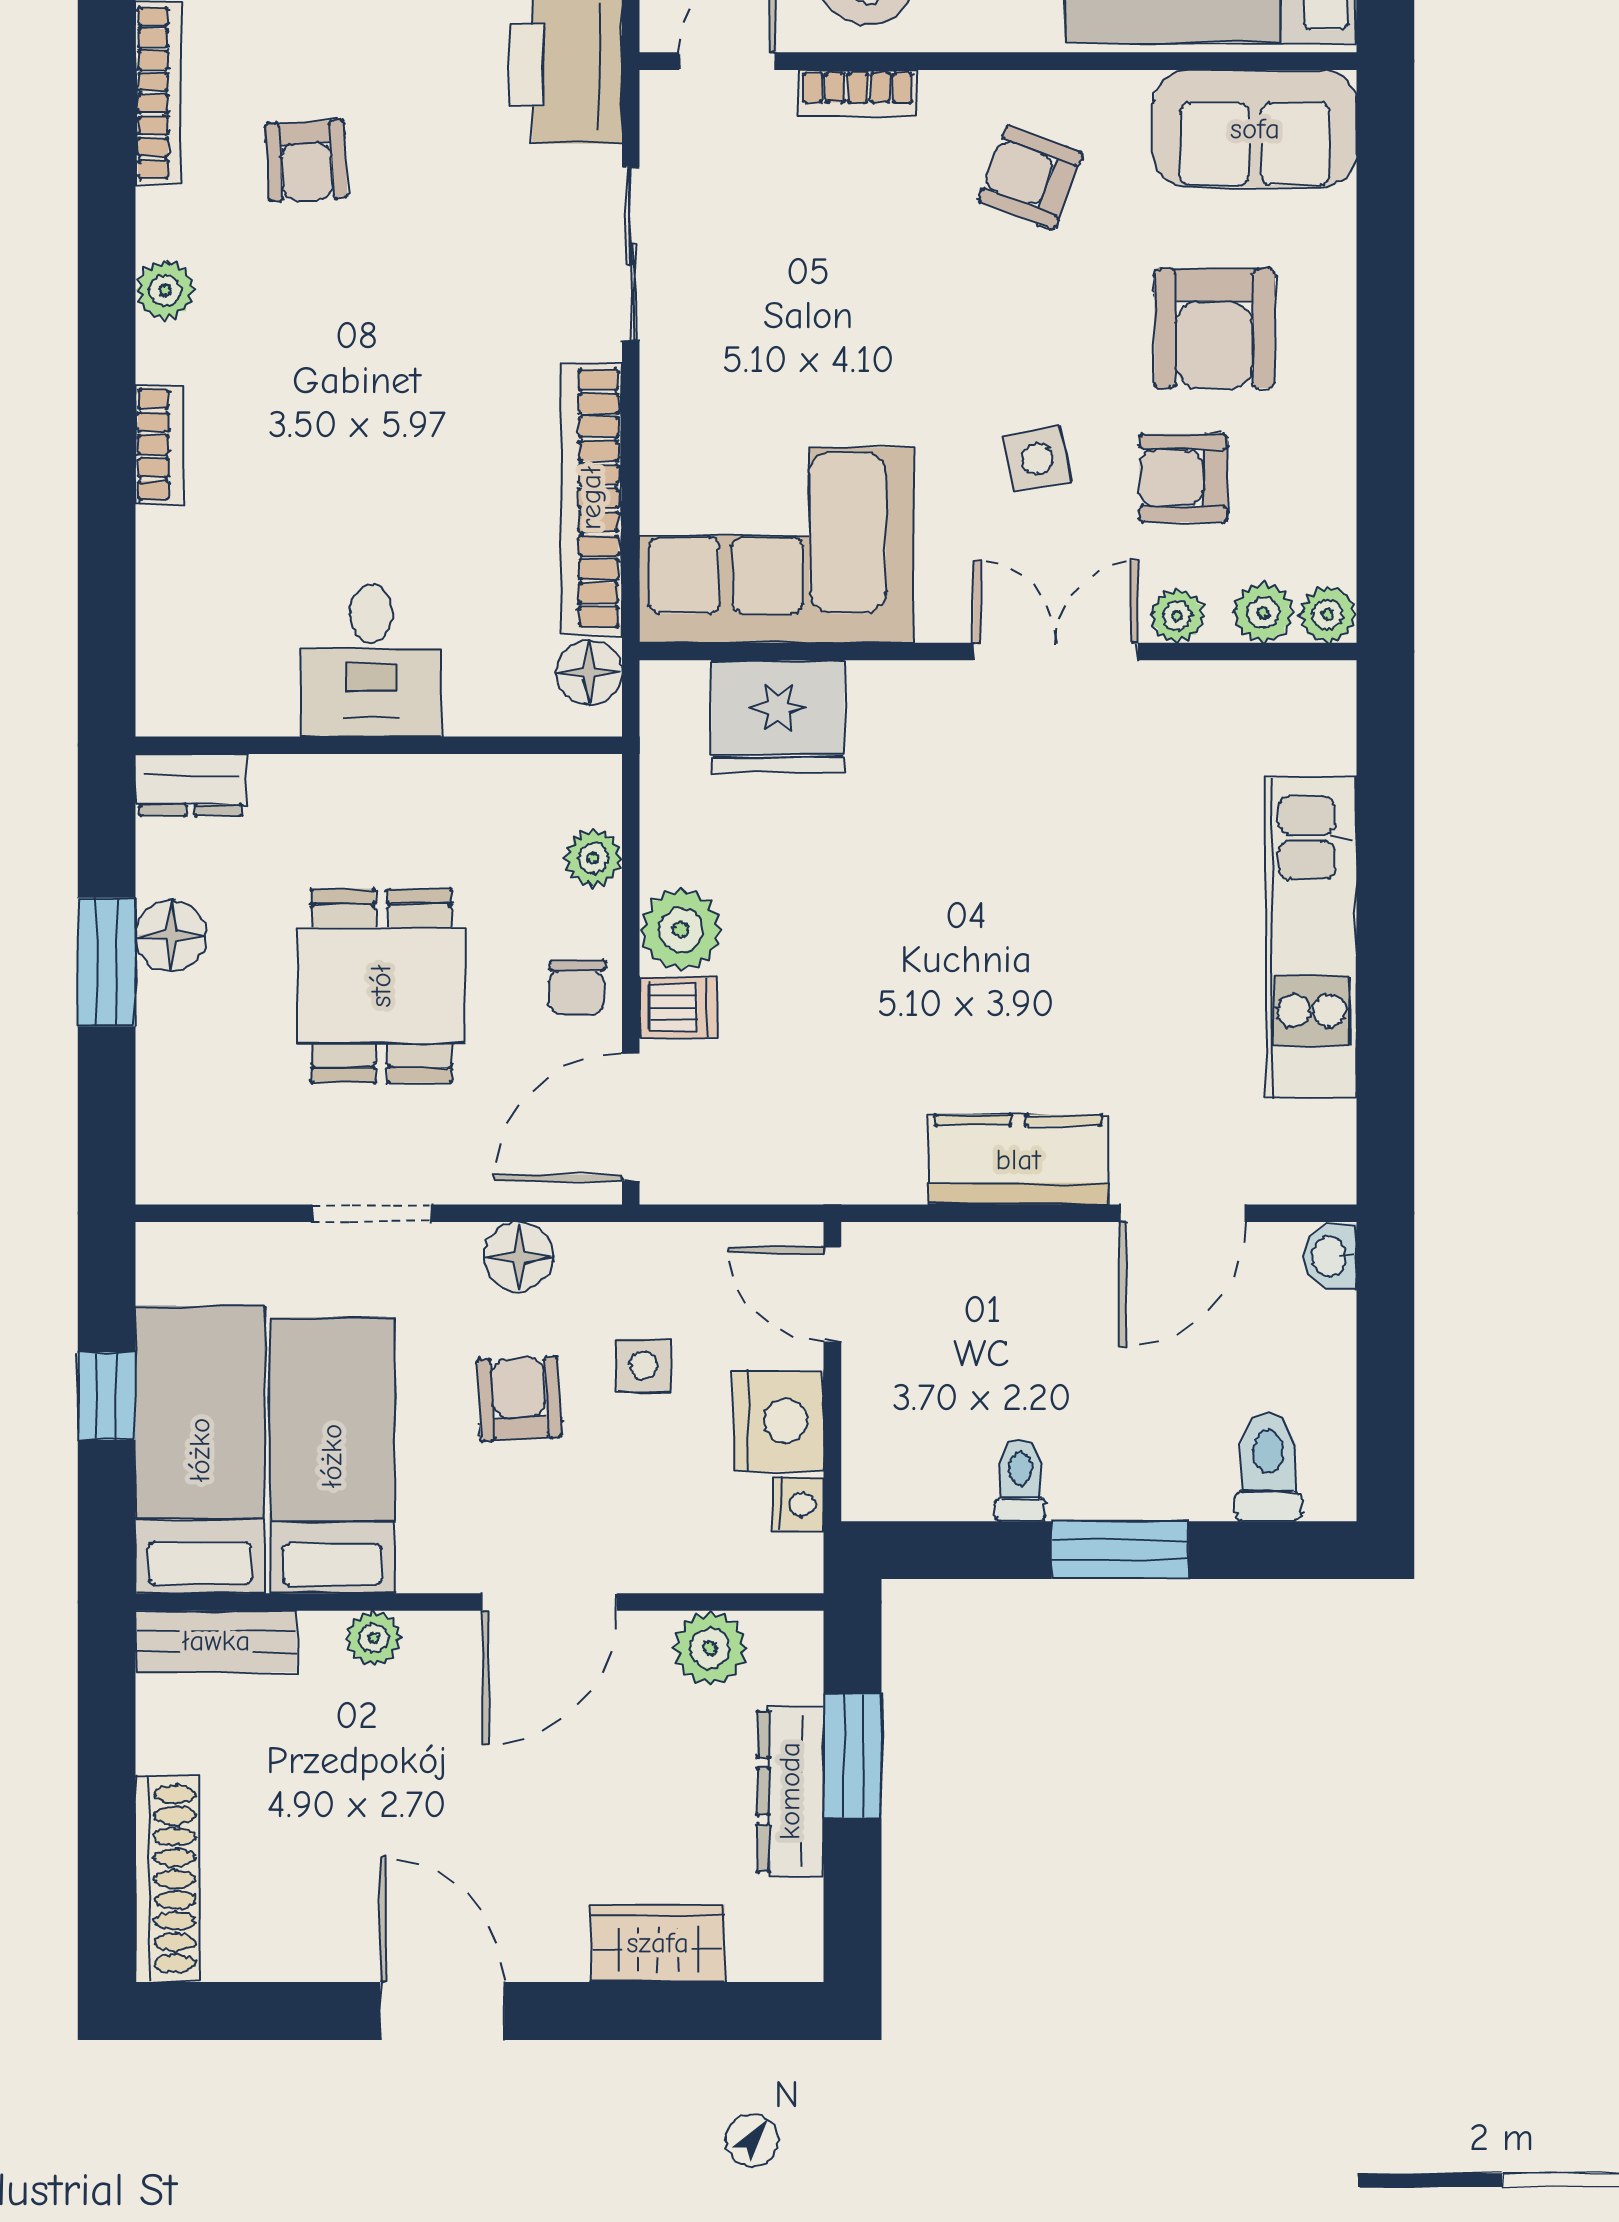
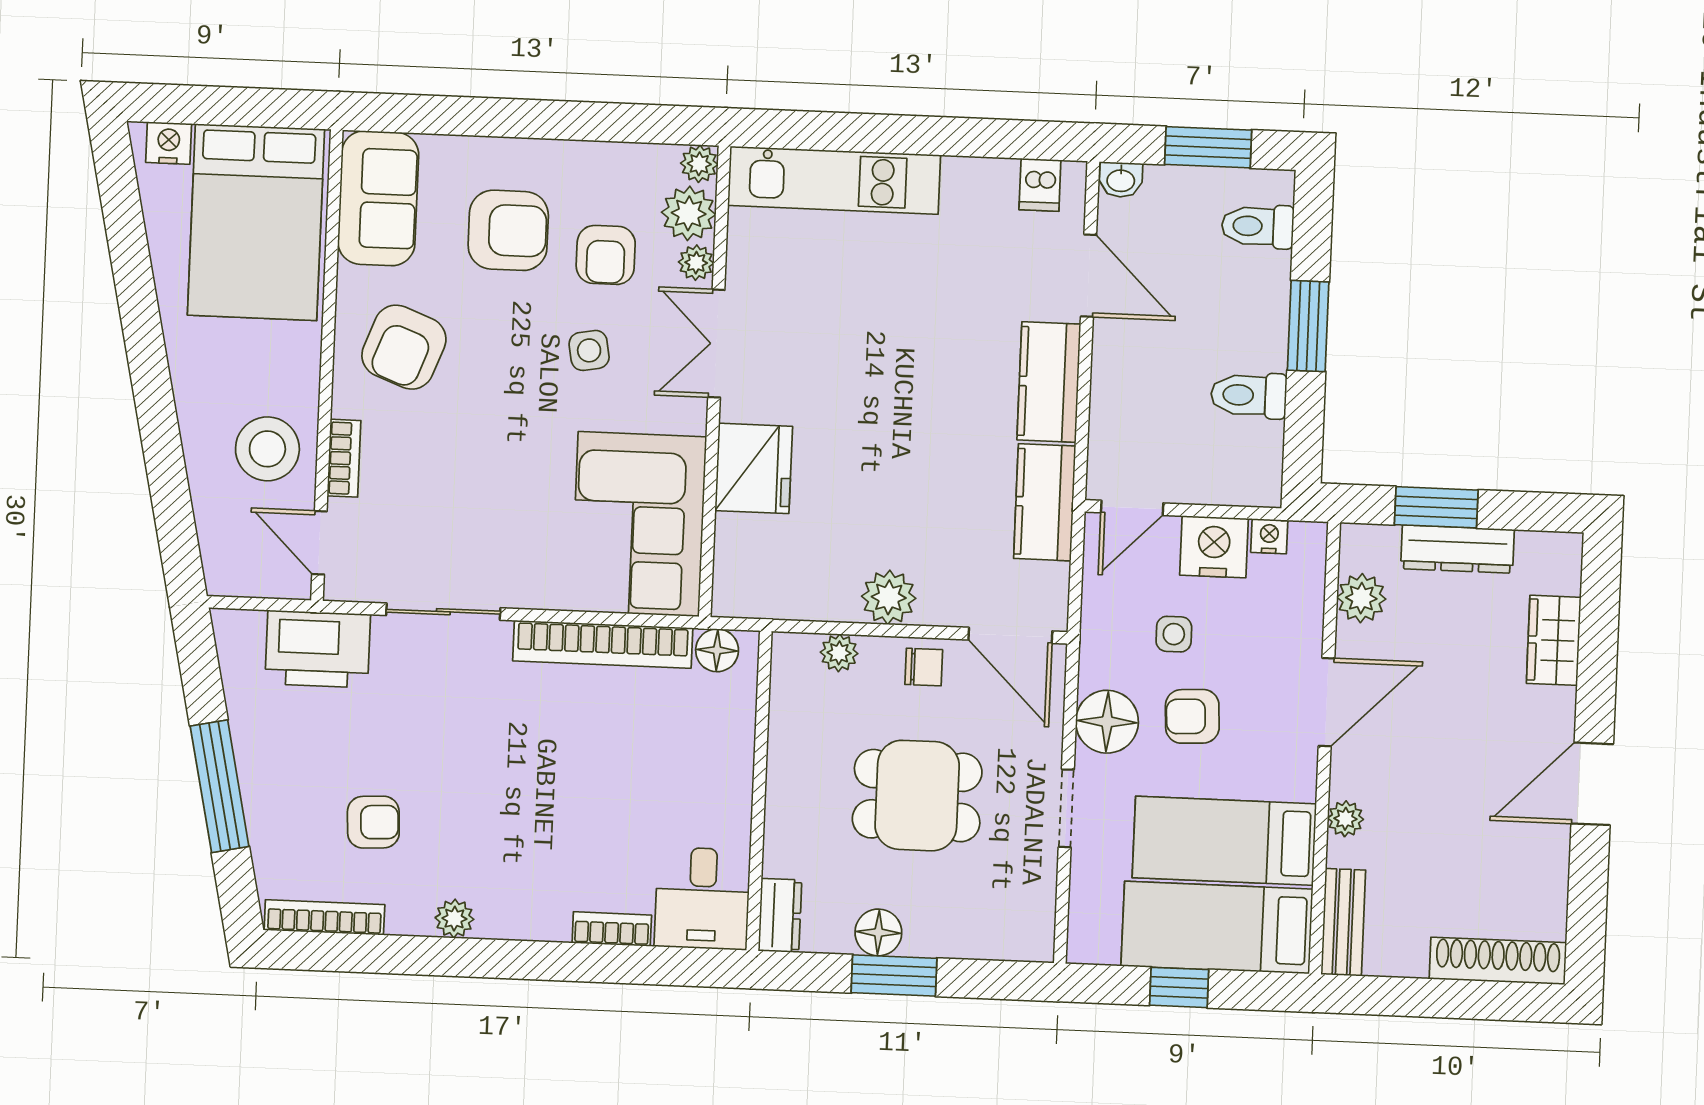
armchair: (1030, 177) -> (404, 347), width x1.38, depth x1.38
bookcase: (159, 445) -> (612, 929), moved
plant: (1263, 613) -> (689, 213), width x1.38, depth x1.38
desk: (371, 660) -> (702, 898), moved, turned 90
fridge: (778, 716) -> (754, 468), moved
kitchen unit: (1311, 937) -> (834, 180), moved
dishwasher: (679, 1008) -> (1040, 185), moved, turned 180
kitchen counter: (835, 1161) -> (1045, 502), added
floor lamp: (519, 1257) -> (1107, 722), width x1.38, depth x1.38
window: (1385, 1387) -> (1208, 147), added
toilet: (1020, 1480) -> (1249, 395), width x1.37, depth x1.39
door: (549, 1602) -> (1327, 702), hinge flipped

